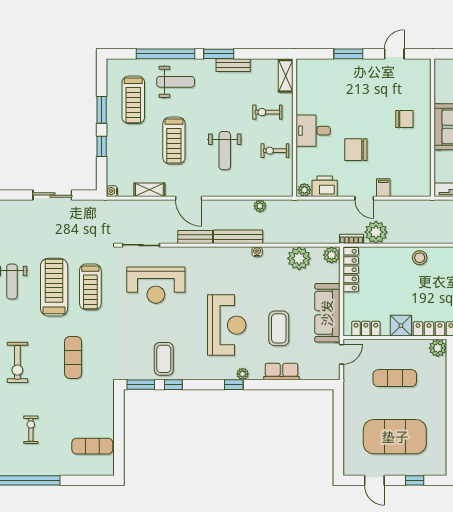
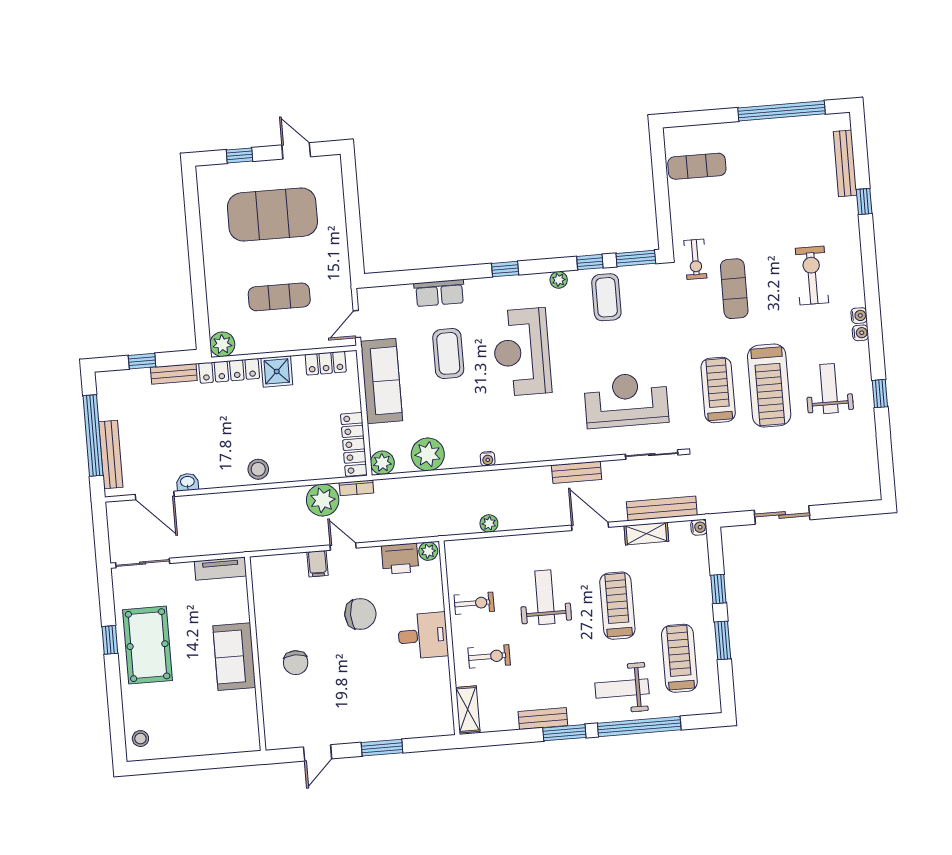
chair: (404, 119) -> (296, 663), turned -90
bench: (238, 237) -> (662, 508), moved
plant: (243, 374) -> (559, 280), moved
exercise bike: (31, 430) -> (695, 259), moved

